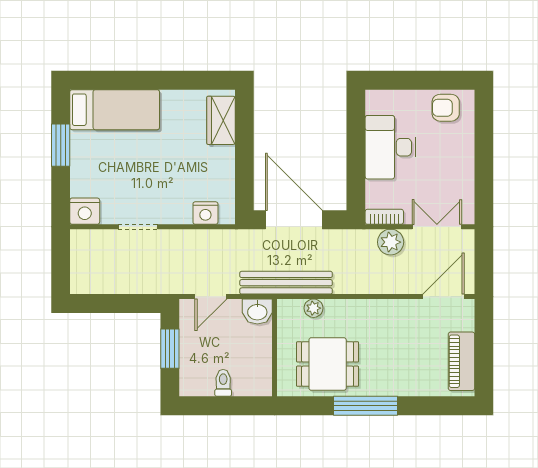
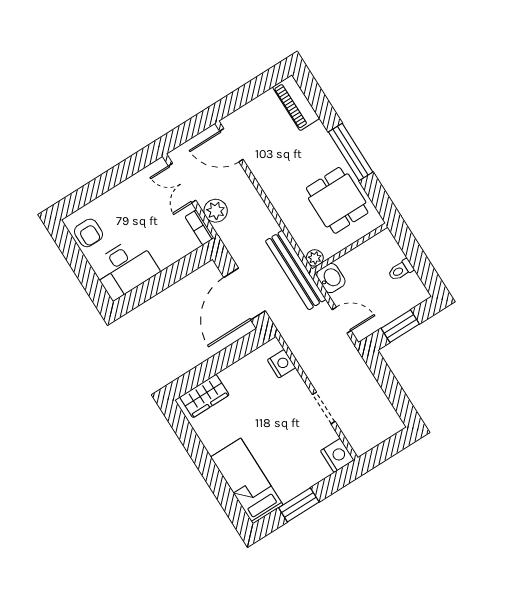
desk: (390, 147) -> (125, 268), moved
plant: (314, 308) -> (315, 258), moved
piano: (461, 361) -> (296, 103), moved, turned 90

